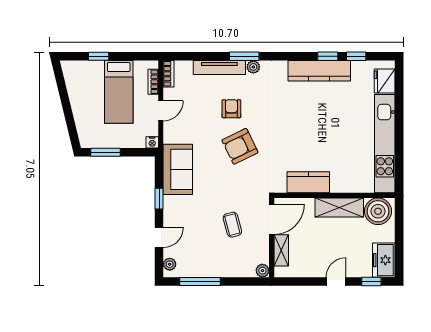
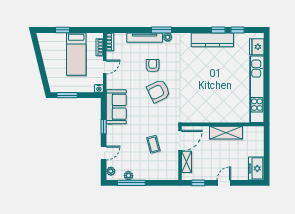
kitchen counter: (308, 182) -> (205, 116), removed
boiler: (378, 211) -> (252, 135), removed
plant: (262, 271) -> (128, 176), moved
window: (371, 281) -> (198, 183), moved

